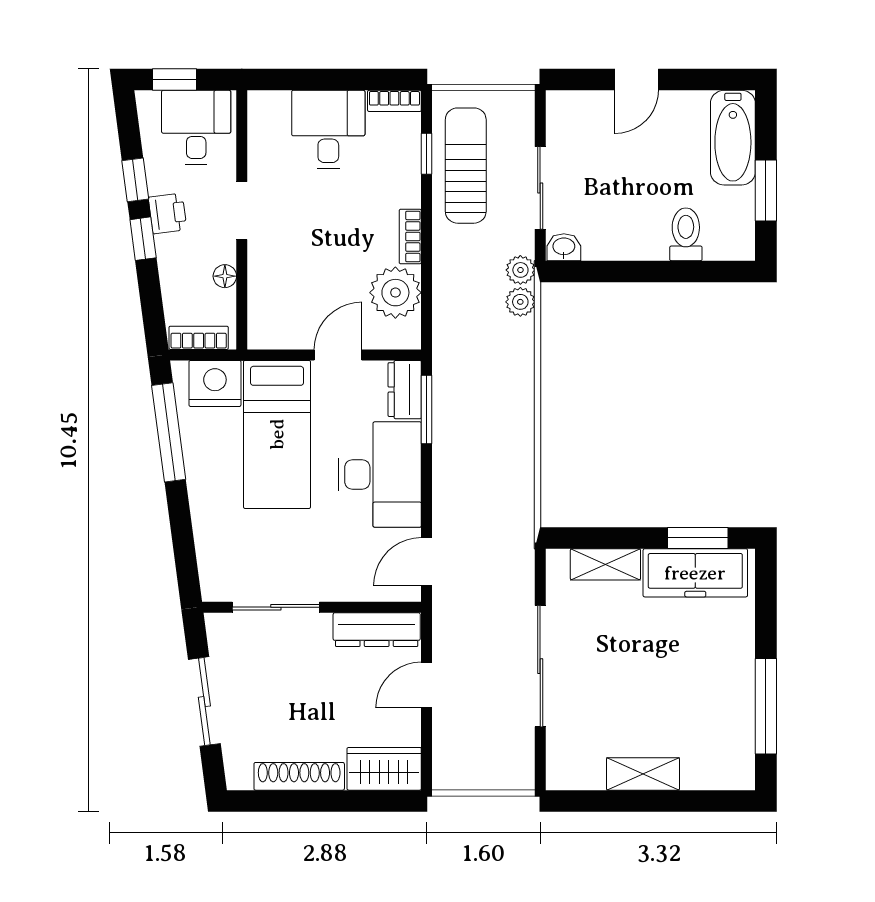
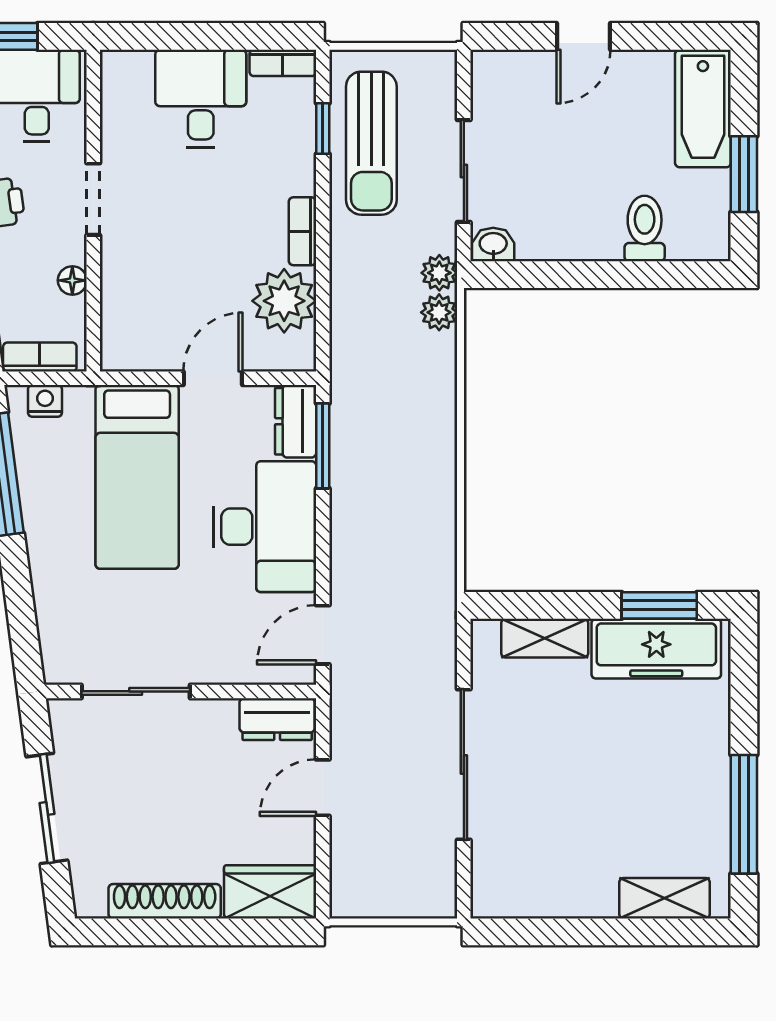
sun lounger: (466, 166) -> (371, 143), turned 180
nightstand: (215, 383) -> (45, 401), width x0.53, depth x0.56
dresser: (377, 630) -> (277, 719), width x0.70
shelving: (643, 774) -> (665, 898), moved

